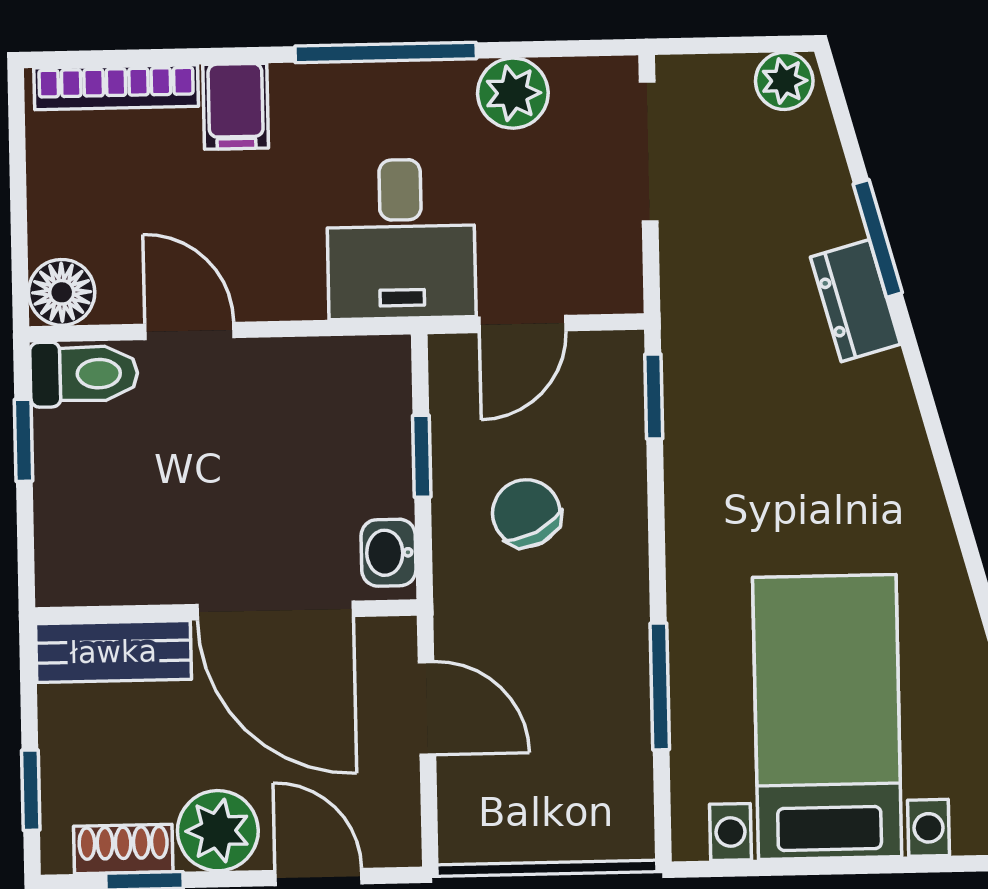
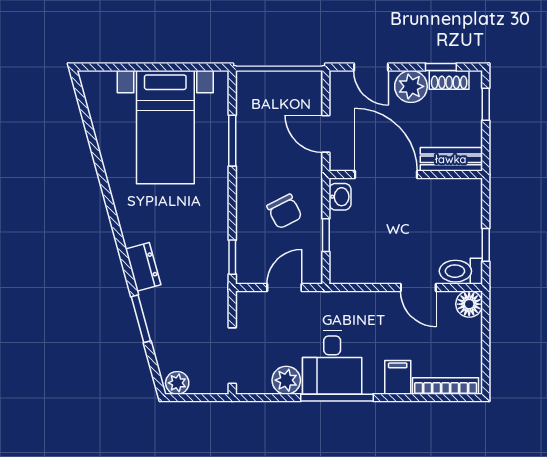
desk: (401, 239) -> (332, 363), moved, turned 180
dresser: (855, 301) -> (143, 267), moved

